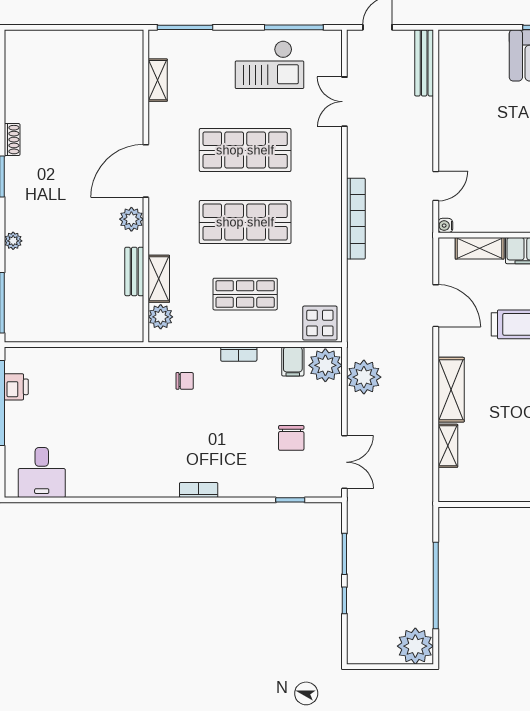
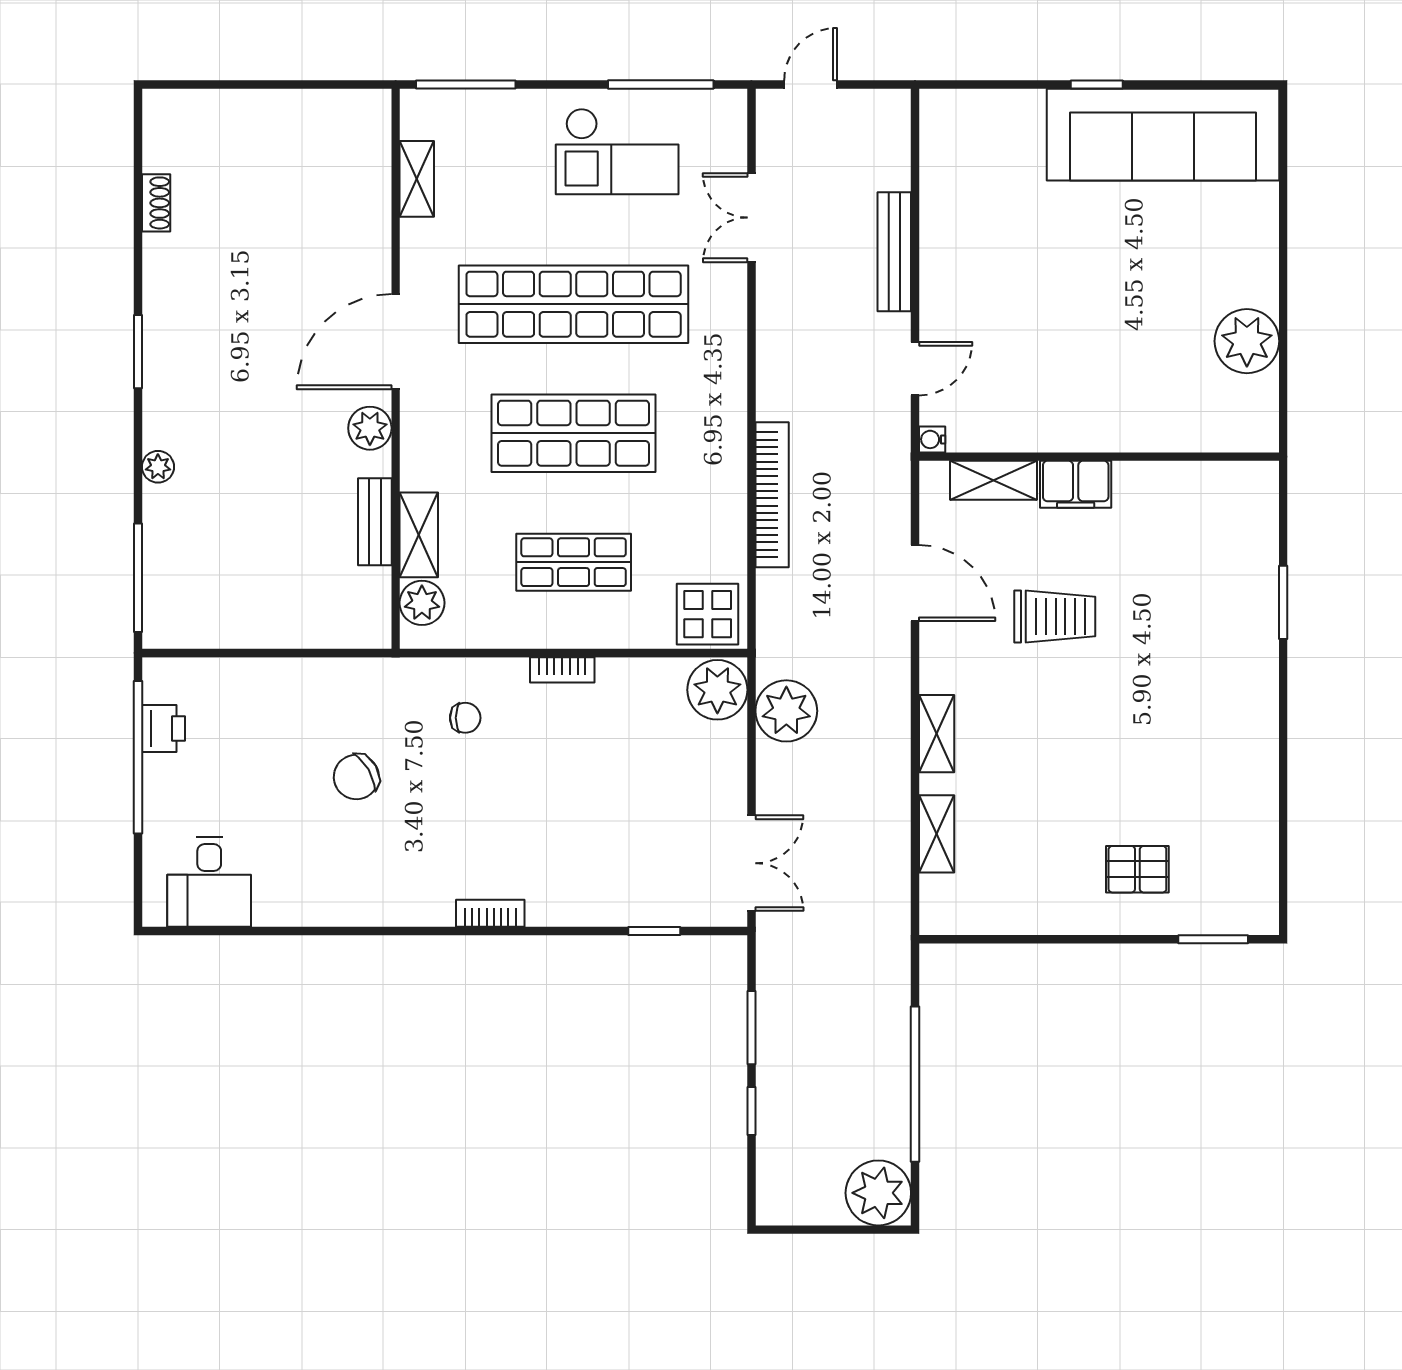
bench: (424, 63) -> (894, 252), moved
shoe rack: (12, 140) -> (156, 203), moved
shop shelf: (245, 150) -> (574, 304), width x1.40
bookcase: (356, 219) -> (772, 495), moved
filing cabinet: (293, 362) -> (659, 683), removed
shelving: (451, 390) -> (937, 734), width x0.67, depth x0.75
chair: (291, 438) -> (356, 777), moved, turned 60

